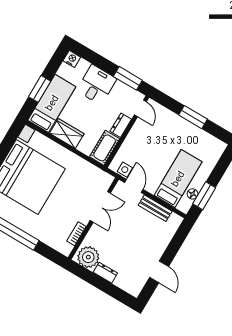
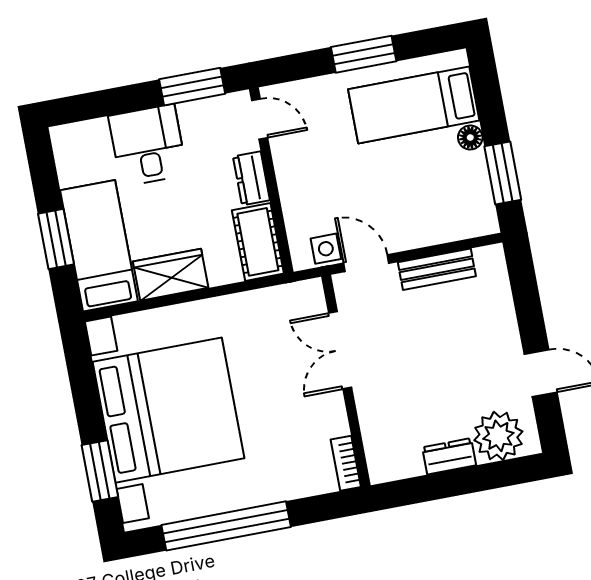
nightstand: (72, 59) -> (66, 138), removed
bed: (178, 179) -> (414, 105), moved, turned -90
floor lamp: (193, 194) -> (470, 138), moved
double door: (100, 207) -> (340, 350), swing flipped
bookcase: (76, 234) -> (346, 463), moved
plant: (88, 257) -> (498, 436), moved

